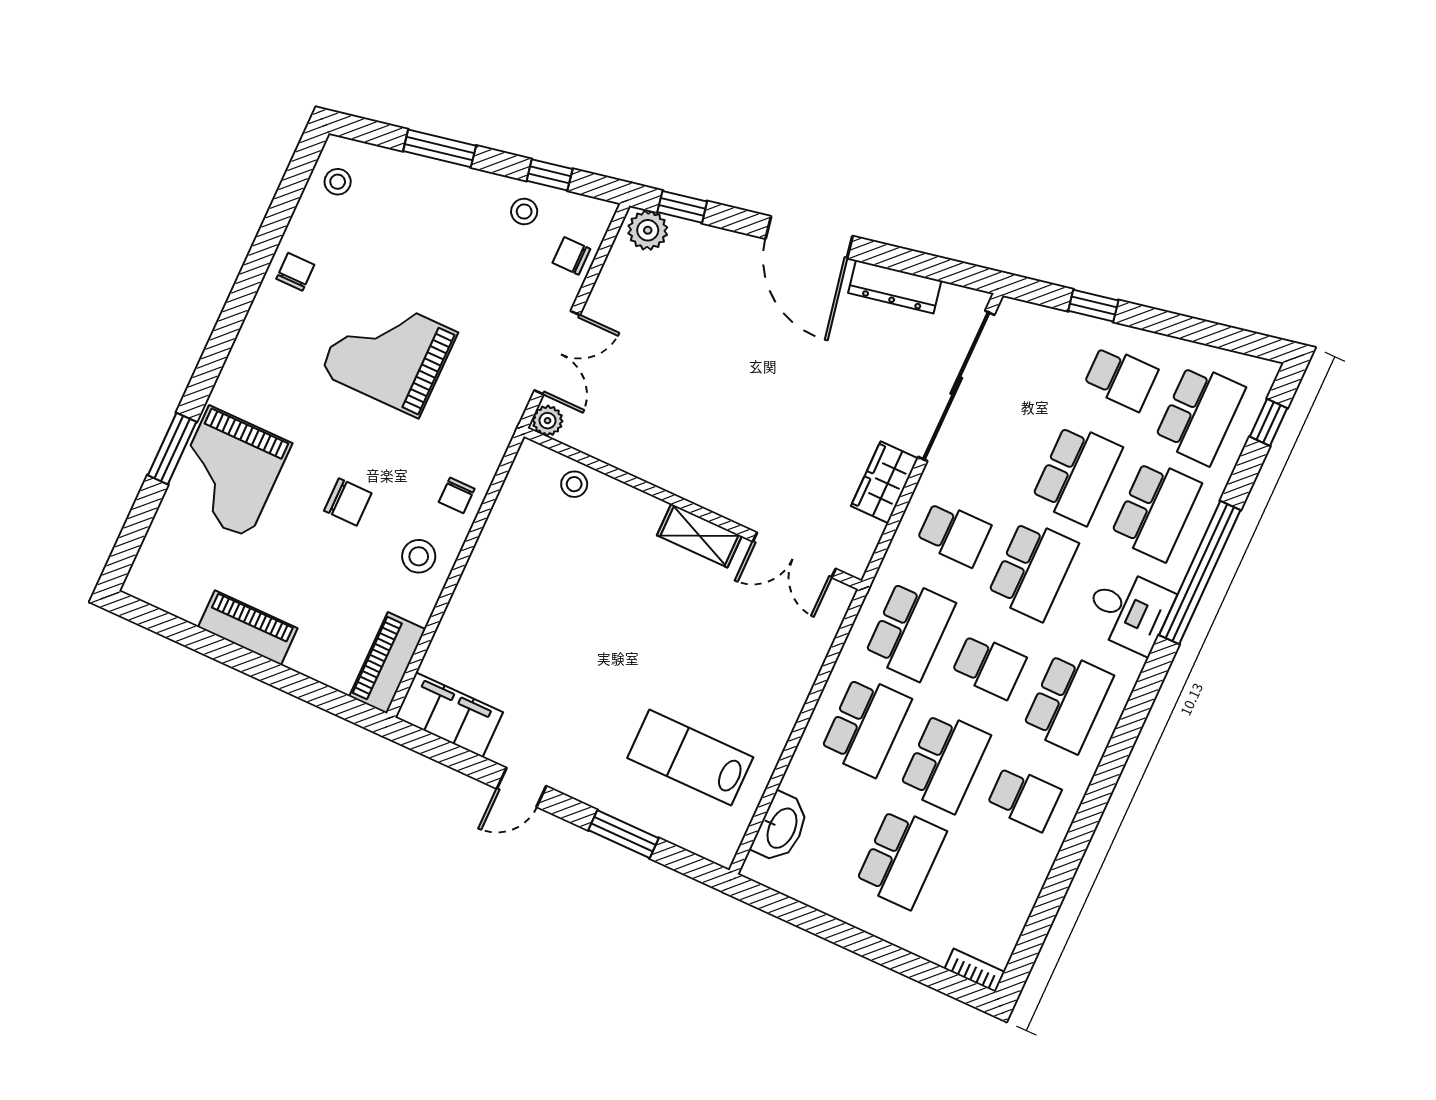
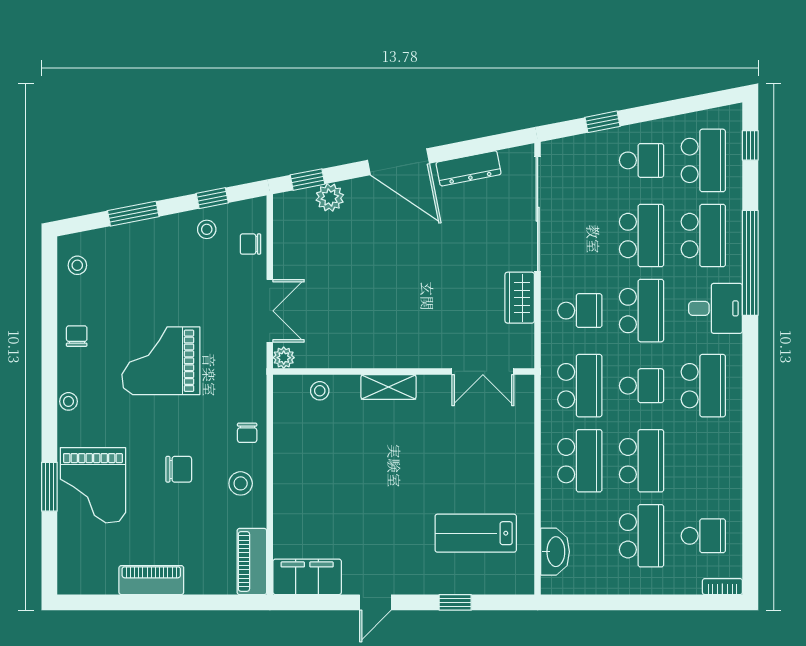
plant: (648, 230) -> (330, 197), moved
stool: (247, 351) -> (68, 401), added
shelving: (699, 536) -> (388, 387), moved
school desk: (1024, 798) -> (703, 536), moved
window: (624, 834) -> (455, 602), width x0.67

